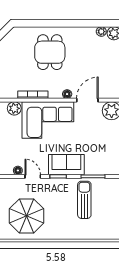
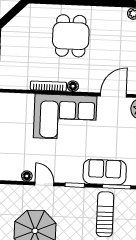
floor lamp: (67, 94) -> (73, 86), moved
plant: (14, 108) -> (25, 101), removed
sofa: (66, 165) -> (105, 172), moved

